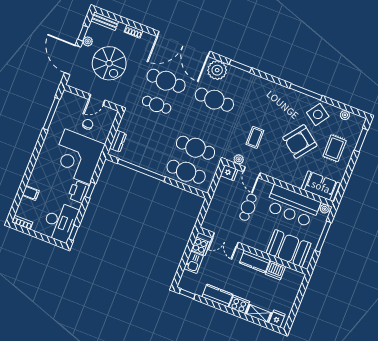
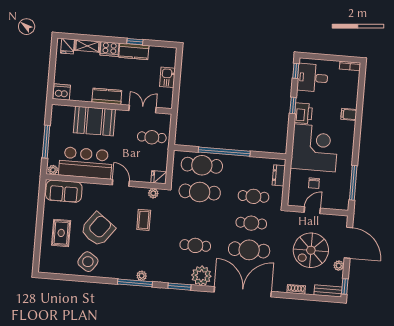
window: (83, 33) -> (345, 286), moved
spiral stairs: (109, 63) -> (311, 250), turned -90
window: (306, 92) -> (135, 283), moved
cafe table: (214, 100) -> (195, 245), width x0.73, depth x0.74
plant: (345, 115) -> (142, 276), moved
cafe table: (147, 129) -> (253, 196), added
window: (361, 140) -> (37, 249), removed
window: (141, 170) -> (224, 152), moved
door: (252, 172) -> (121, 183), moved
window: (90, 190) -> (293, 105), moved
filing cabinet: (31, 193) -> (349, 114), moved
cafe table: (248, 207) -> (152, 137), moved, turned 90
desk: (60, 222) -> (313, 78), width x0.73
cooker: (201, 246) -> (165, 95), removed
booth: (289, 248) -> (94, 121), moved
dishwasher: (276, 270) -> (62, 92), moved
window: (187, 294) -> (135, 42), moved

